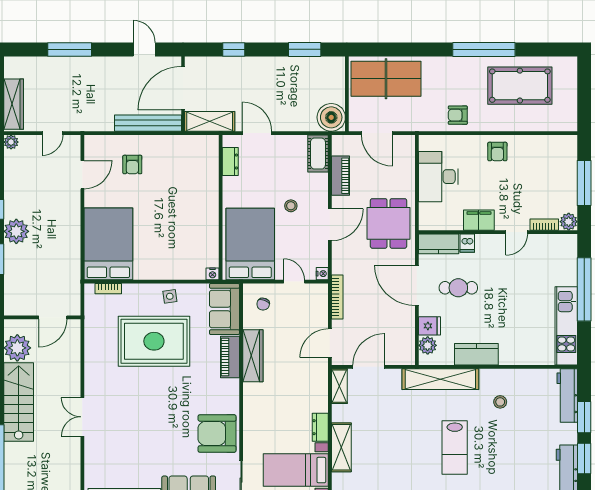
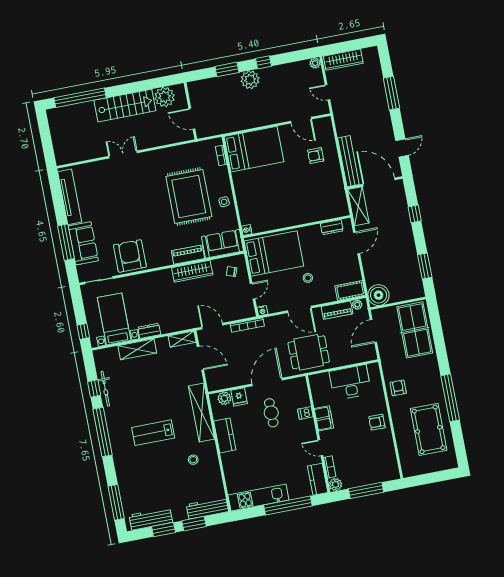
plant: (338, 148) -> (357, 305), added
kitchen counter: (439, 244) -> (318, 479), moved

